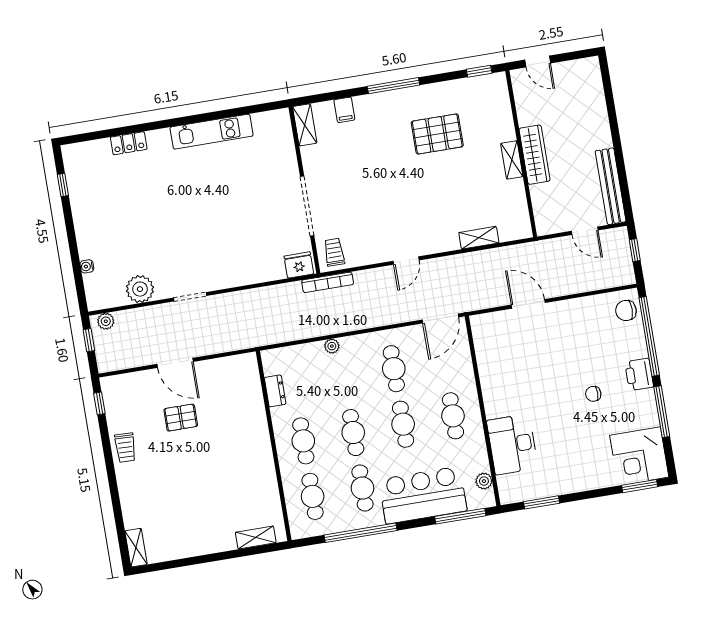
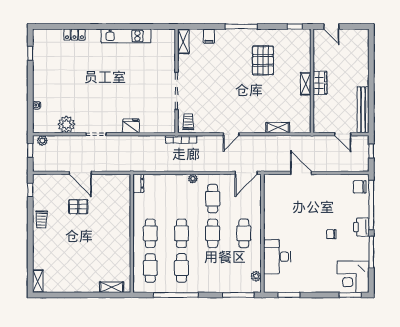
pallet: (437, 134) -> (263, 60), turned 90
wardrobe: (534, 155) -> (320, 83), width x0.67
fridge: (299, 265) -> (131, 126), moved
plant: (332, 346) -> (193, 179), moved
dresser: (275, 391) -> (138, 183), moved
bar counter: (423, 495) -> (218, 278), removed

